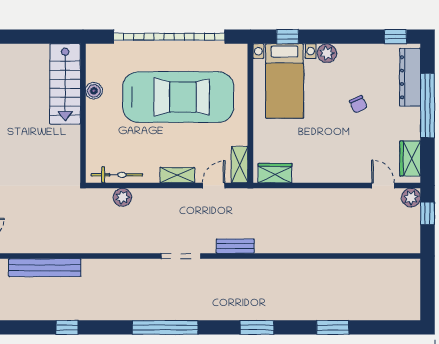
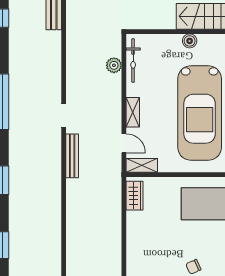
boiler: (94, 91) -> (190, 41), moved
bench: (235, 246) -> (72, 156), width x1.36
doorway: (181, 256) -> (64, 115), width x0.73

